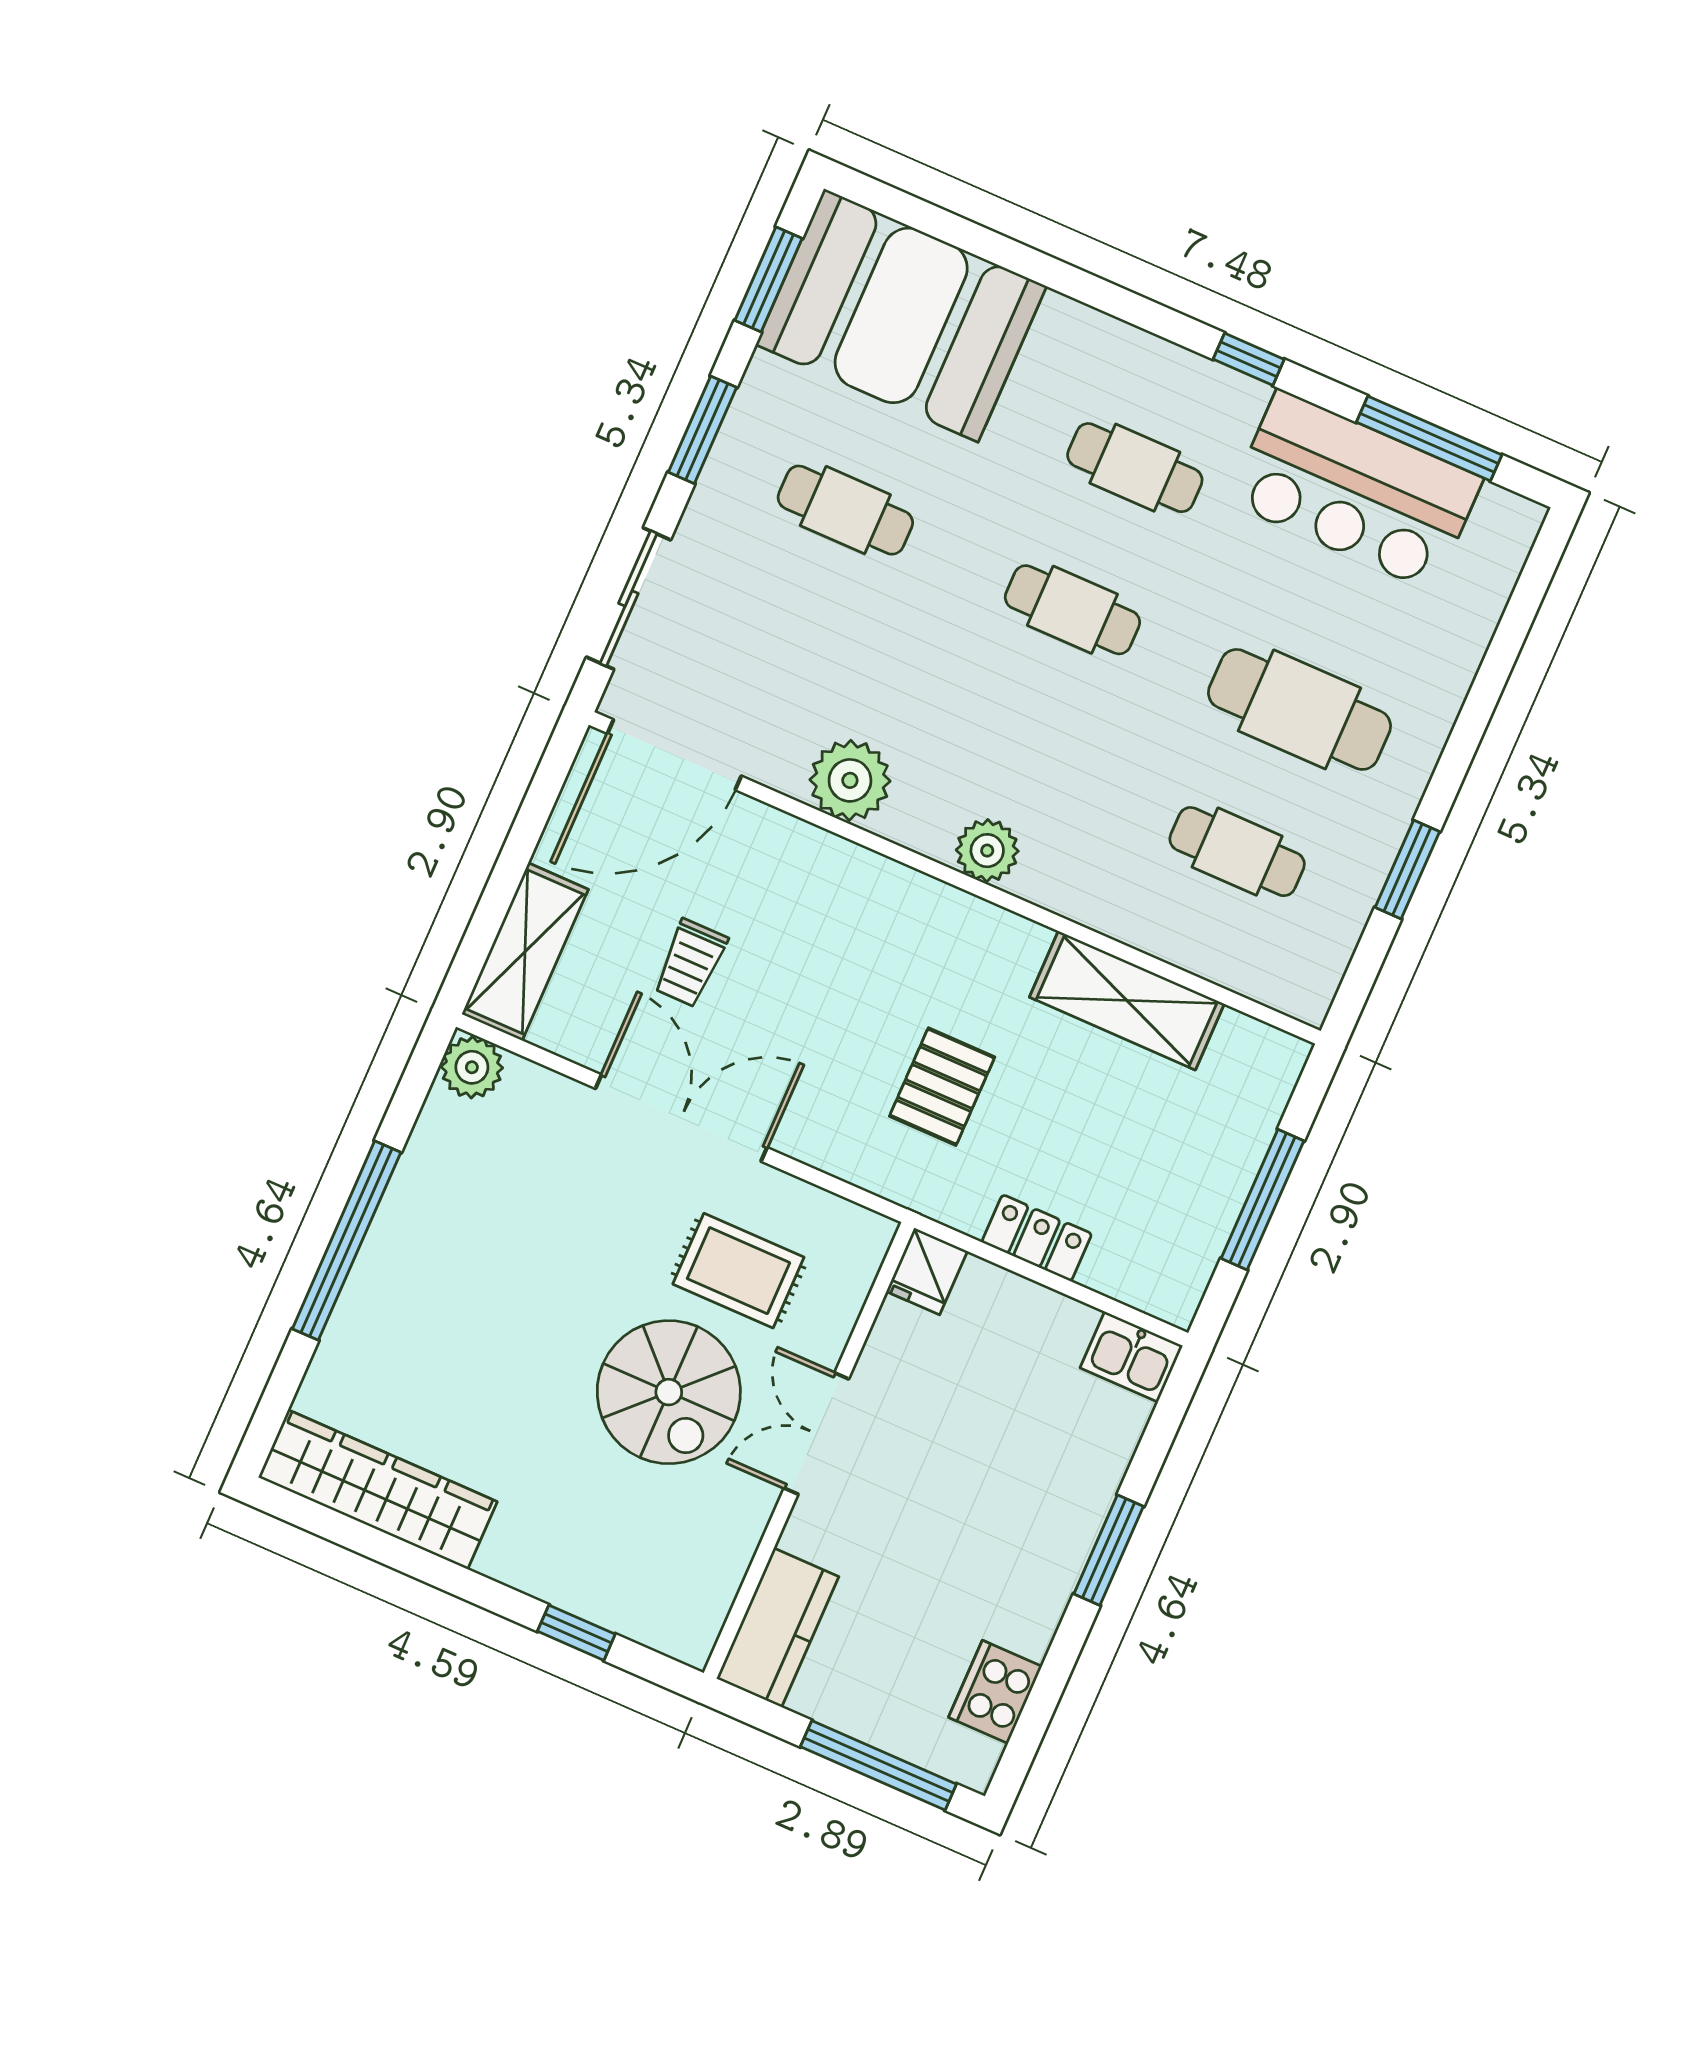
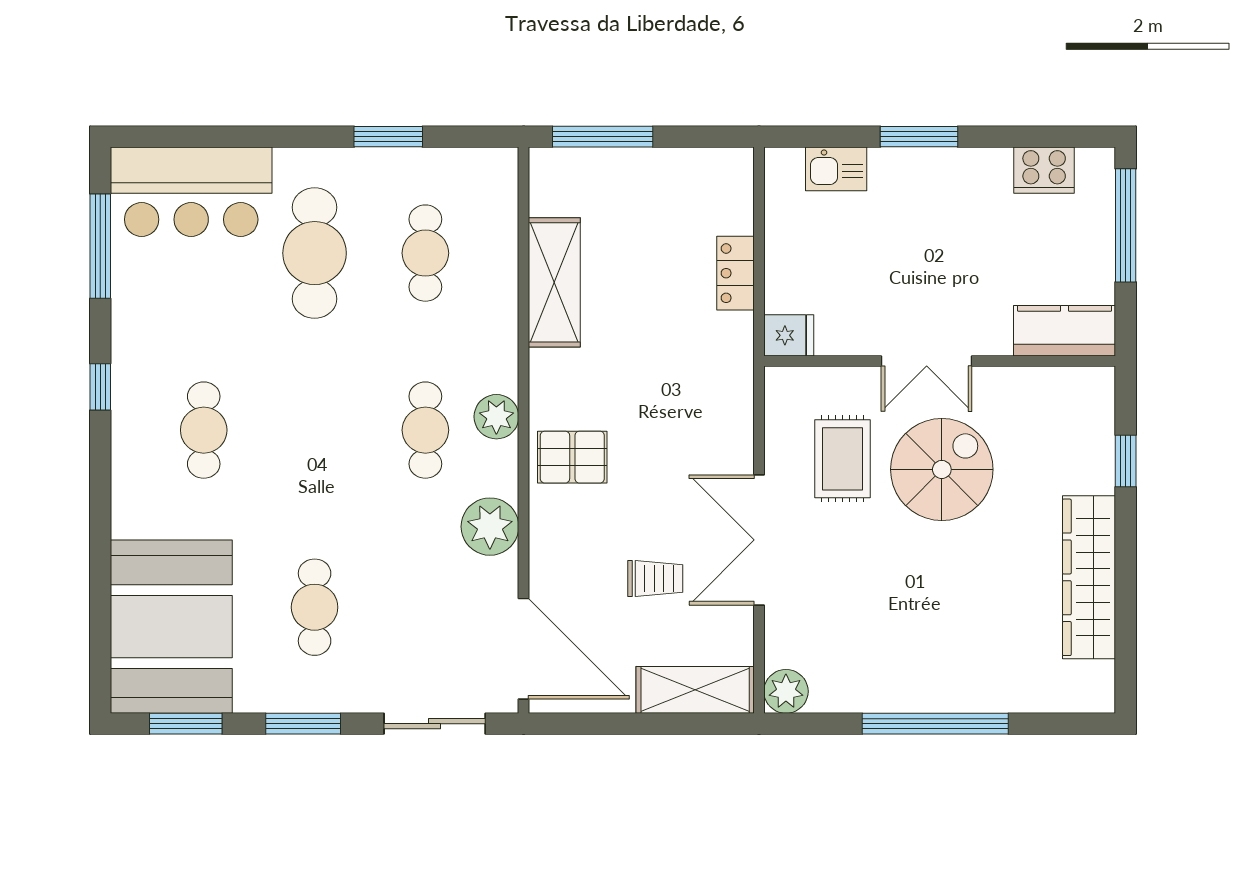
bar counter: (1355, 490) -> (191, 192), moved, turned 90
cafe table: (1072, 610) -> (425, 430), moved
pallet: (942, 1087) -> (572, 457), moved
window: (1262, 1200) -> (603, 137), moved
kitchen sink: (1131, 1357) -> (836, 169), moved, turned 90
wardrobe: (378, 1490) -> (1089, 577), moved

